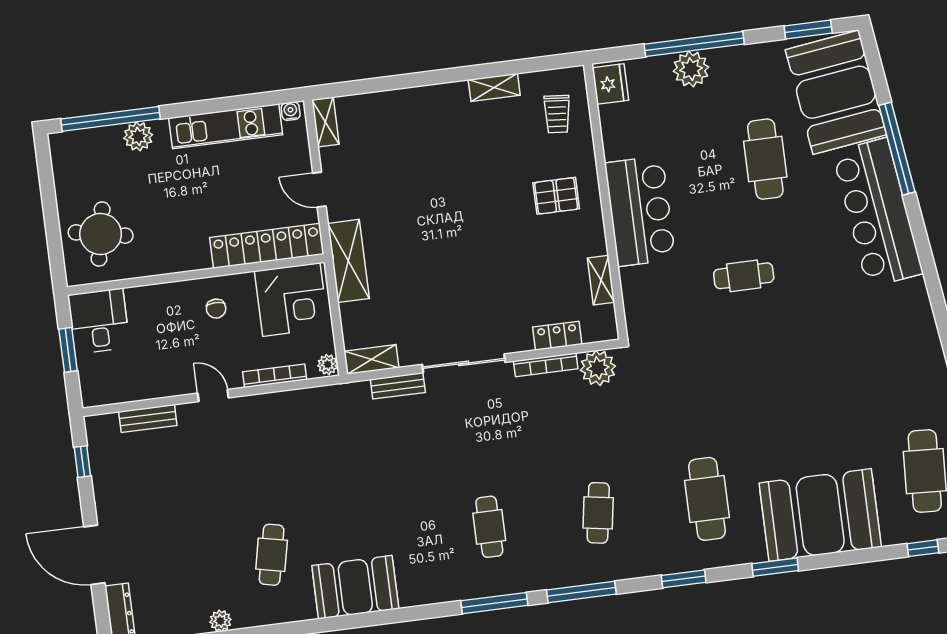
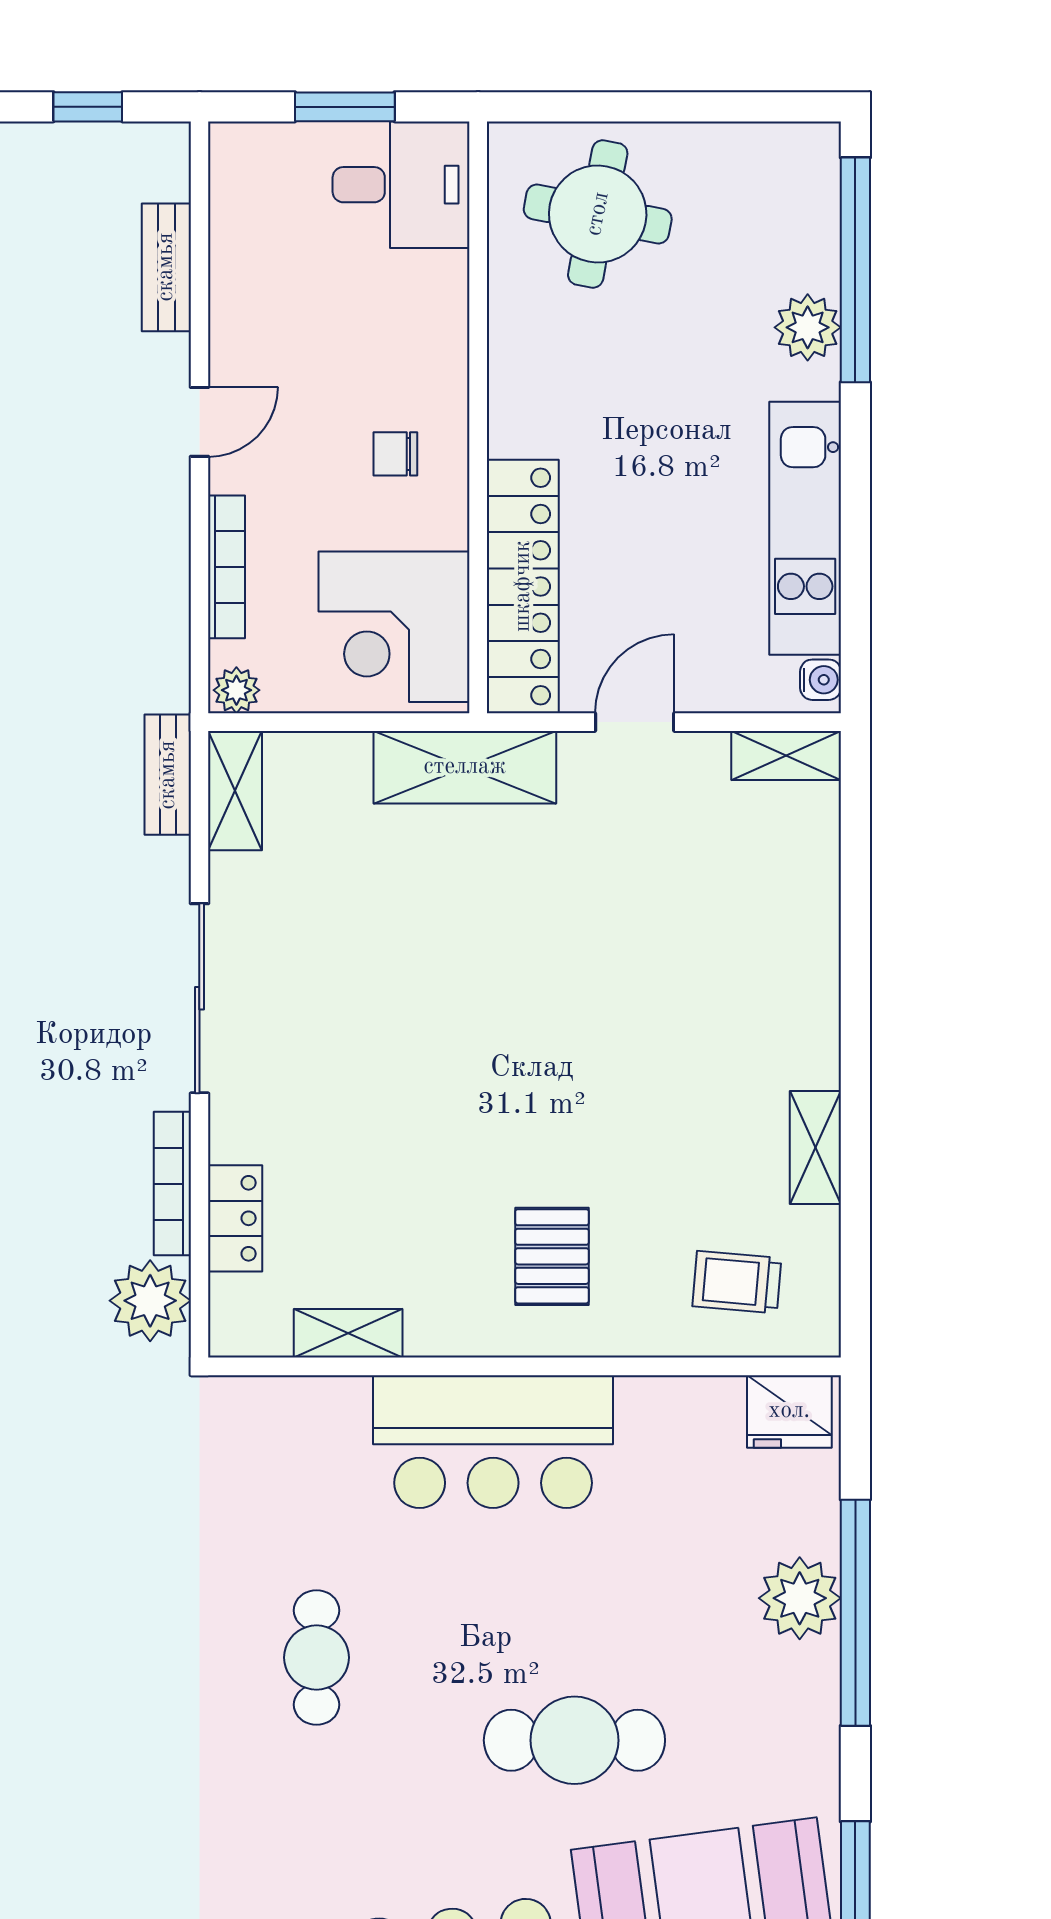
bench: (398, 386) -> (168, 775), moved

